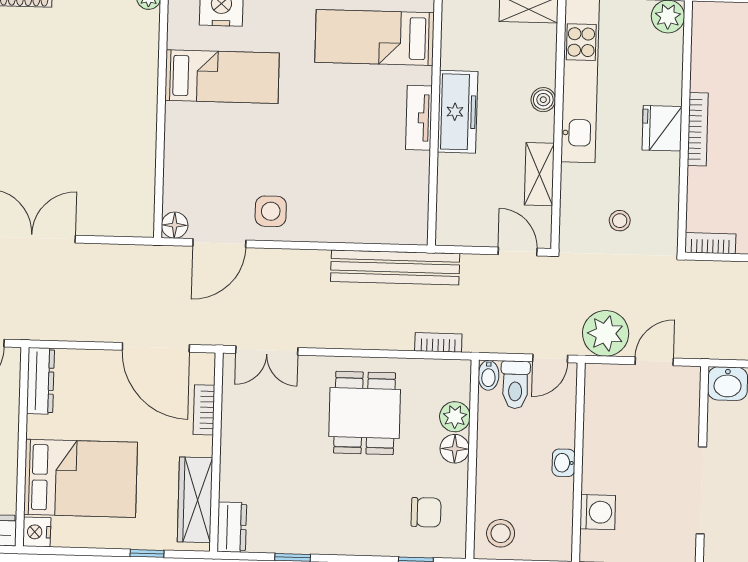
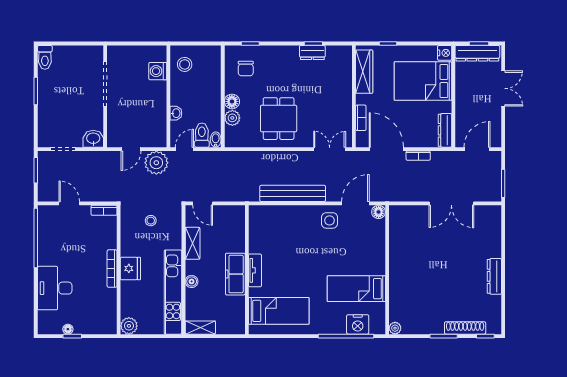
bench: (395, 268) -> (293, 193), moved
bookcase: (438, 342) -> (418, 156), moved
washbasin: (564, 463) -> (176, 113), moved
chair: (426, 512) -> (246, 69), turned -90
dresser: (232, 527) -> (312, 53), moved, turned -90
stool: (501, 533) -> (185, 64), moved

